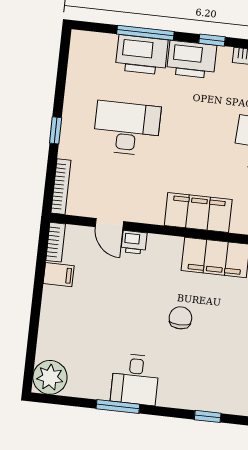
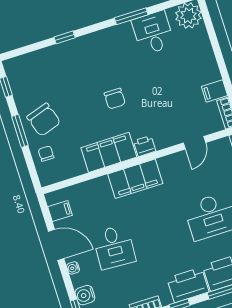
door: (109, 224) -> (195, 143), swing flipped
printer: (134, 242) -> (145, 146), moved
desk: (135, 379) -> (153, 33), moved

